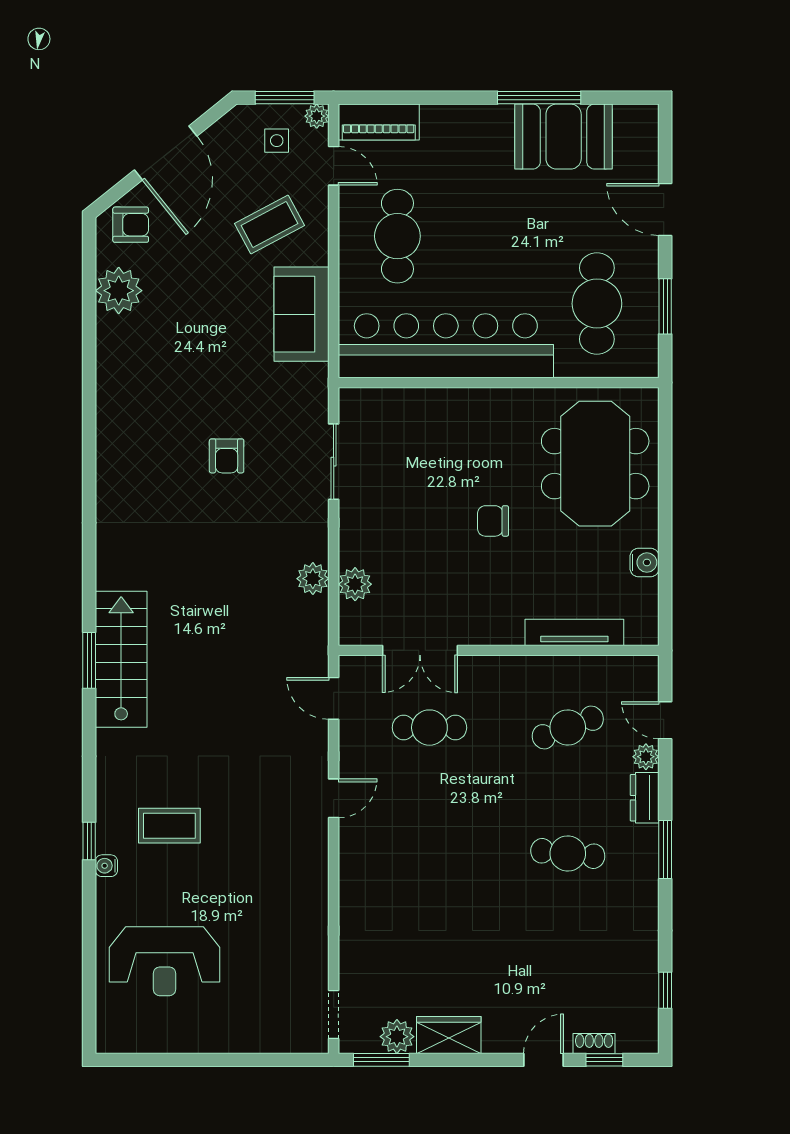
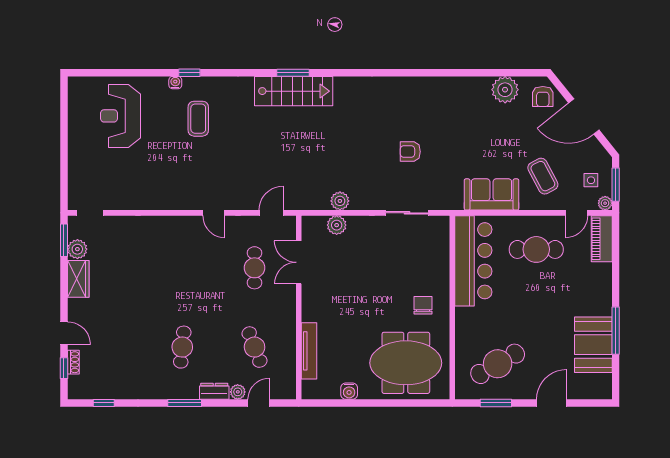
cafe table: (597, 304) -> (498, 364), turned -30
bar counter: (446, 346) -> (473, 261), width x0.73
chair: (493, 521) -> (423, 305), moved

